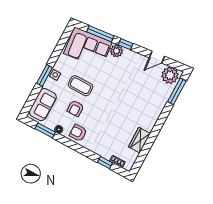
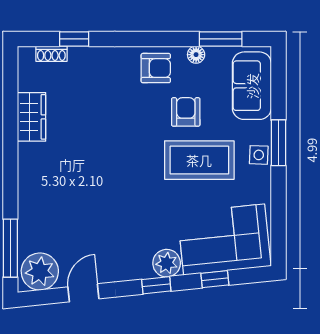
window: (100, 34) -> (215, 279), width x0.46
coffee table: (80, 86) -> (199, 160), width x1.36, depth x1.32

